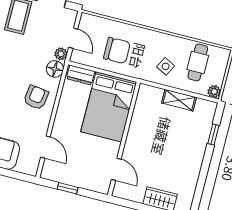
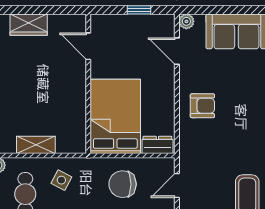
door: (73, 38) -> (177, 186), hinge flipped
plant: (61, 54) -> (186, 21), moved
floor lamp: (55, 69) -> (189, 144), removed
armchair: (36, 97) -> (202, 106), turned -98

